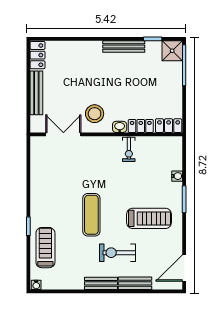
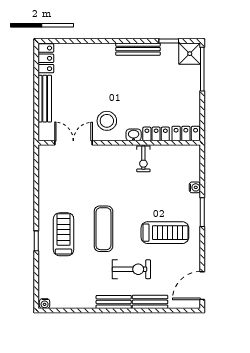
treadmill: (45, 248) -> (64, 234), moved
exercise bike: (118, 253) -> (131, 269), turned 180

